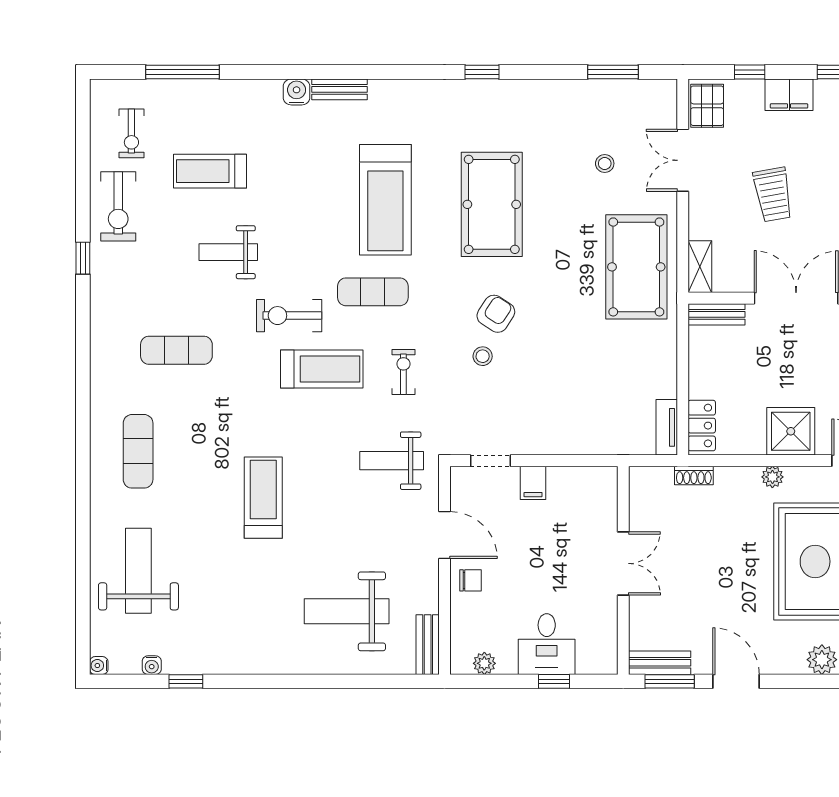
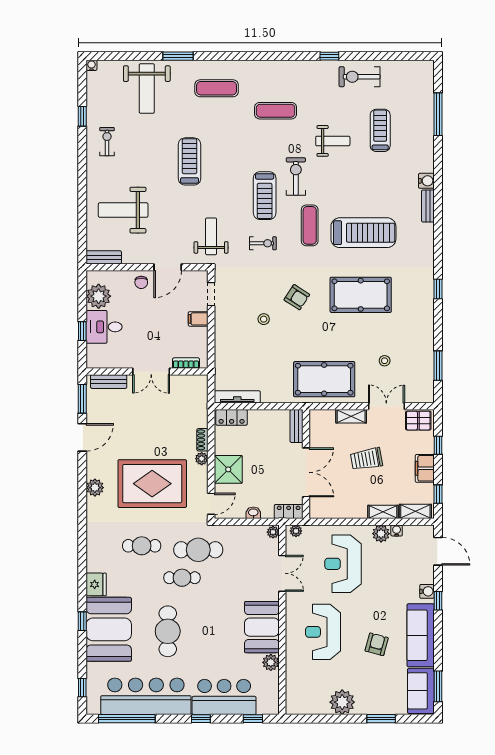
exercise bike: (131, 133) -> (107, 142), moved, turned 90
treadmill: (385, 200) -> (363, 233), turned 180
weight bench: (228, 252) -> (333, 141), turned 90
shelving: (700, 267) -> (351, 416), moved
exercise mat: (176, 350) -> (276, 111), turned 90
stool: (483, 356) -> (264, 319), moved
tv unit: (667, 427) -> (237, 397), width x1.41
shoe rack: (694, 475) -> (202, 440), moved
treadmill: (263, 498) -> (190, 161), turned -90
bookcase: (609, 504) -> (186, 363), added
window: (83, 517) -> (178, 56), added
weight bench: (138, 571) -> (147, 89), turned 90
weight bench: (347, 611) -> (123, 210), turned -90
plant: (484, 663) -> (99, 296), width x1.88, depth x1.88
bench: (660, 663) -> (109, 382), moved, turned 90
water cooler: (152, 665) -> (92, 96), removed

